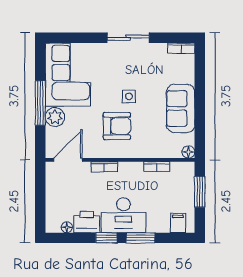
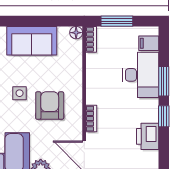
bookcase: (157, 167) -> (91, 39), moved
desk: (123, 215) -> (141, 75), moved
floor lamp: (67, 227) -> (153, 157), removed

